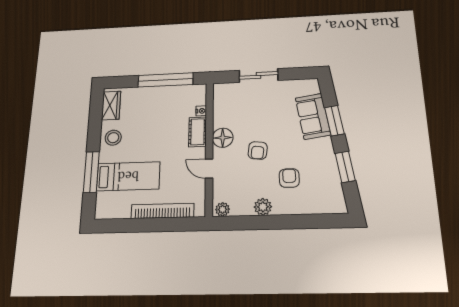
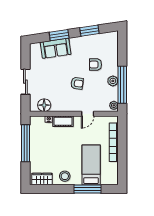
floor lamp: (223, 138) -> (44, 105), moved
window: (257, 223) -> (122, 85), added

